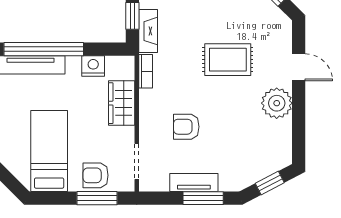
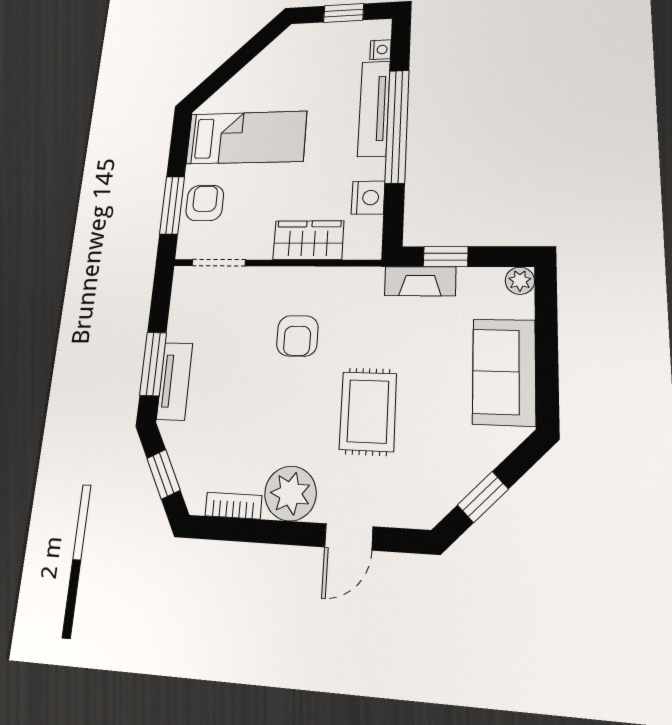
bookcase: (146, 71) -> (233, 506), moved, turned 180
armchair: (186, 127) -> (297, 336), moved, turned 180
tv unit: (194, 182) -> (175, 381), moved

